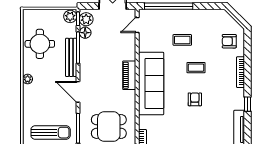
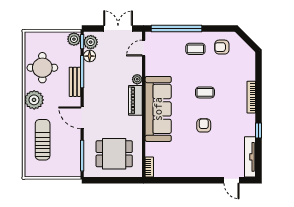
coffee table: (182, 40) -> (195, 49), moved
armchair: (229, 41) -> (222, 47), moved
plant: (131, 55) -> (137, 79), added
bench: (71, 57) -> (75, 82), width x0.73
plant: (28, 79) -> (34, 100), width x1.88, depth x1.88
sun lounger: (51, 133) -> (43, 140), moved, turned -90

